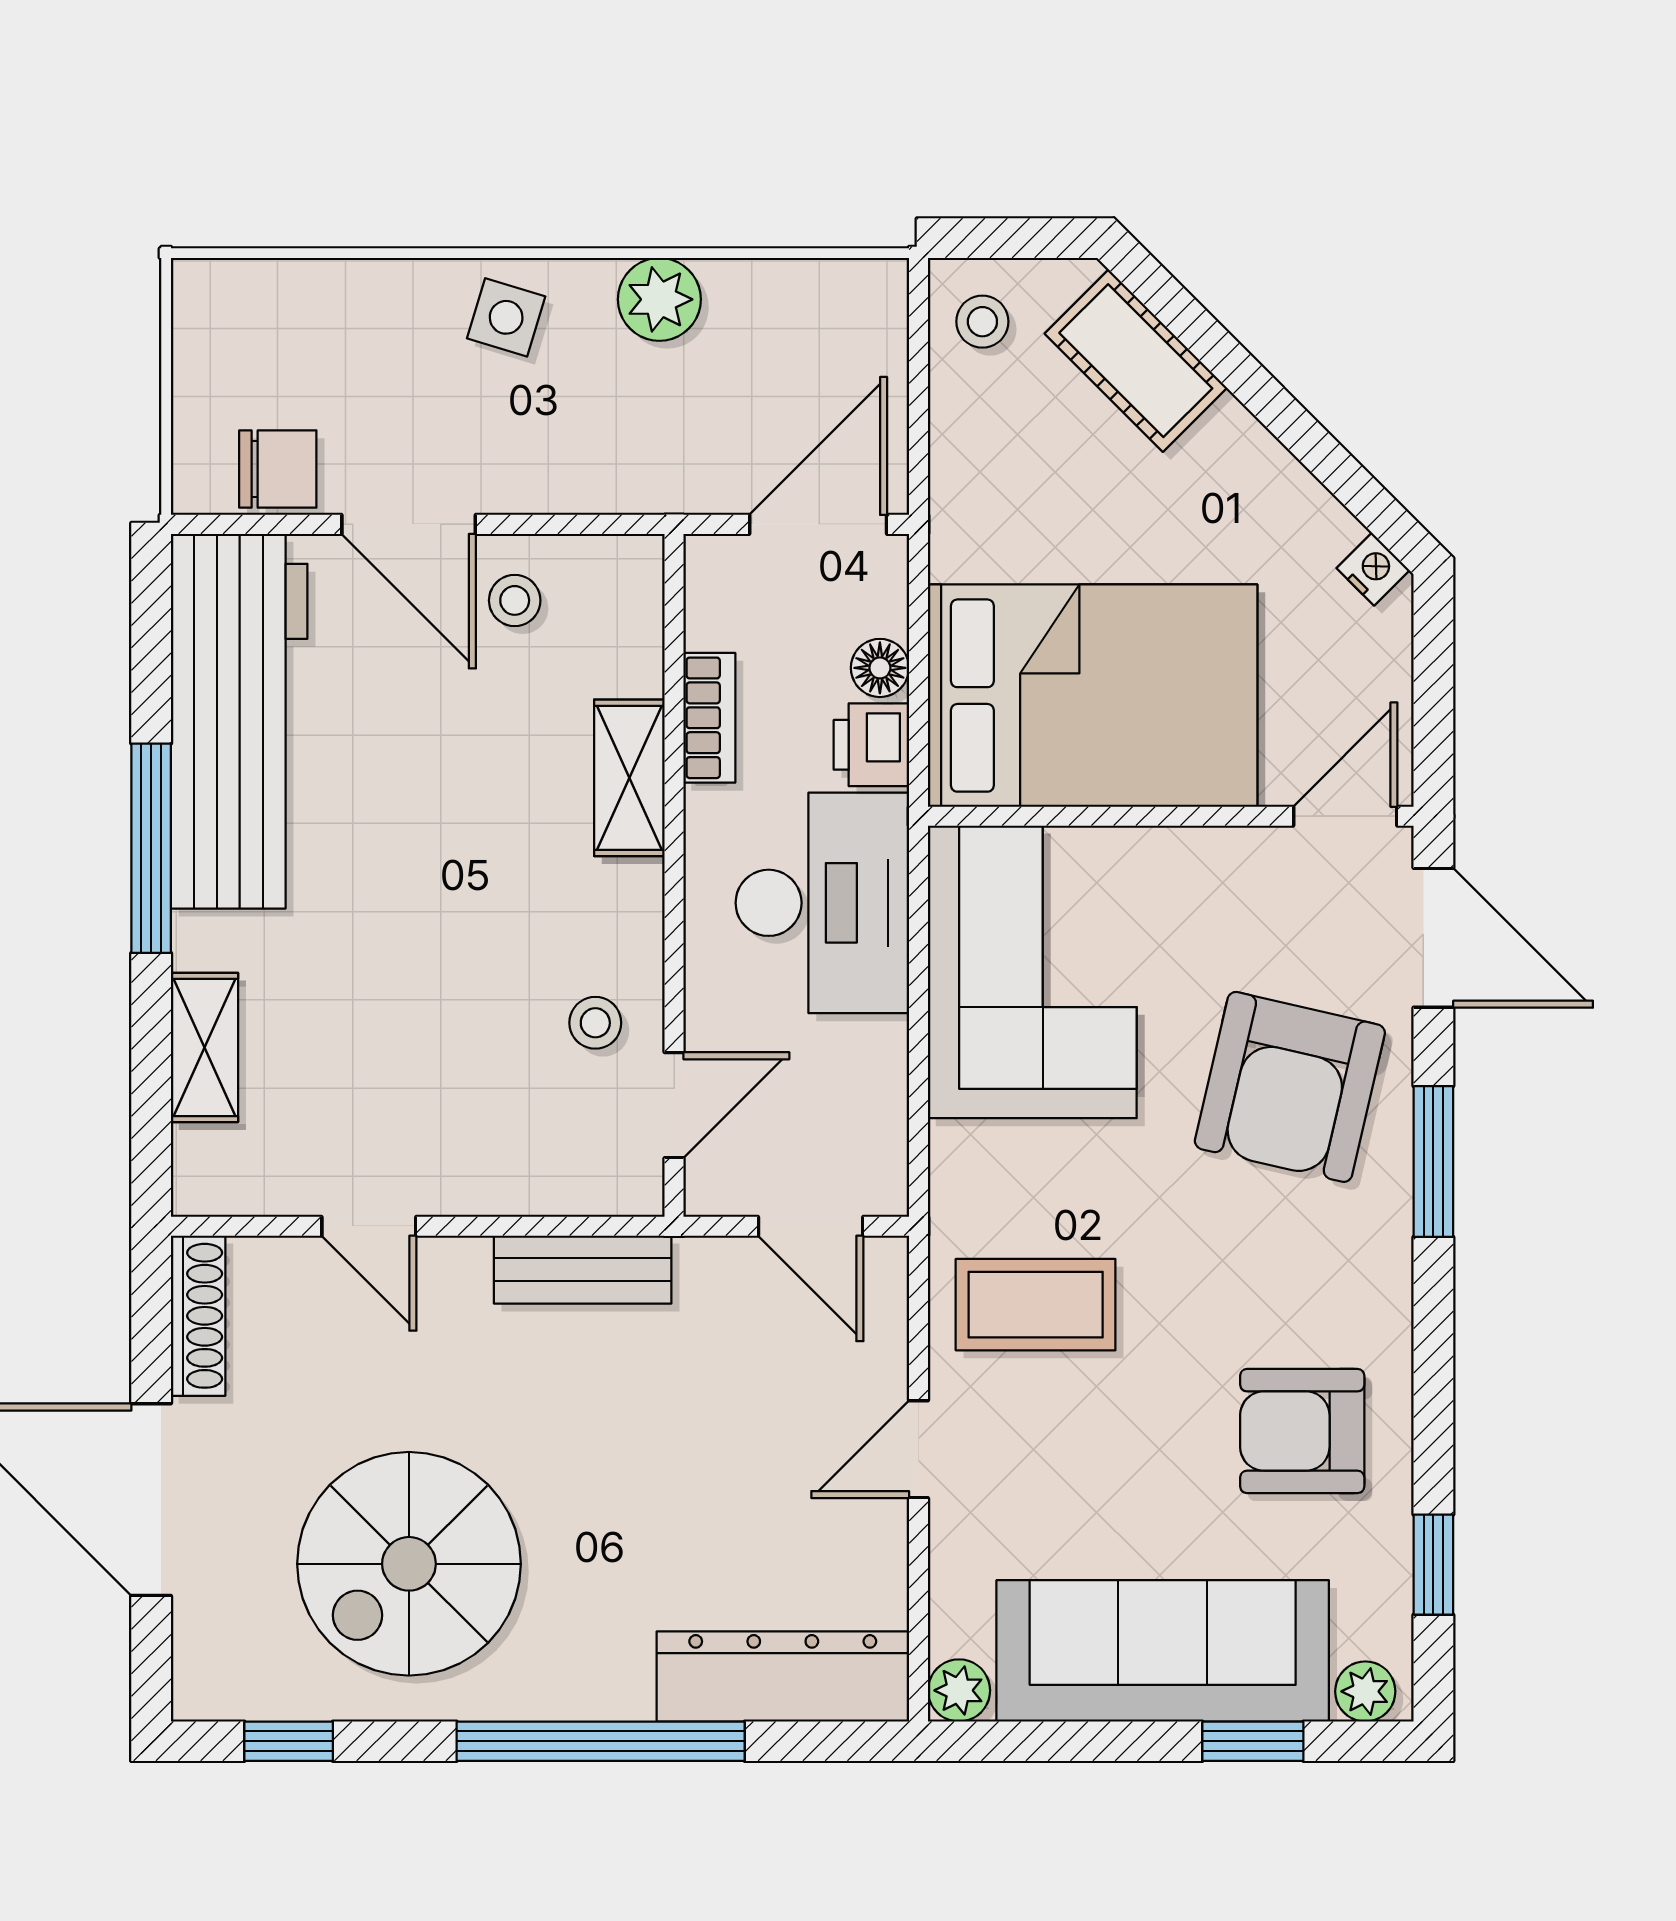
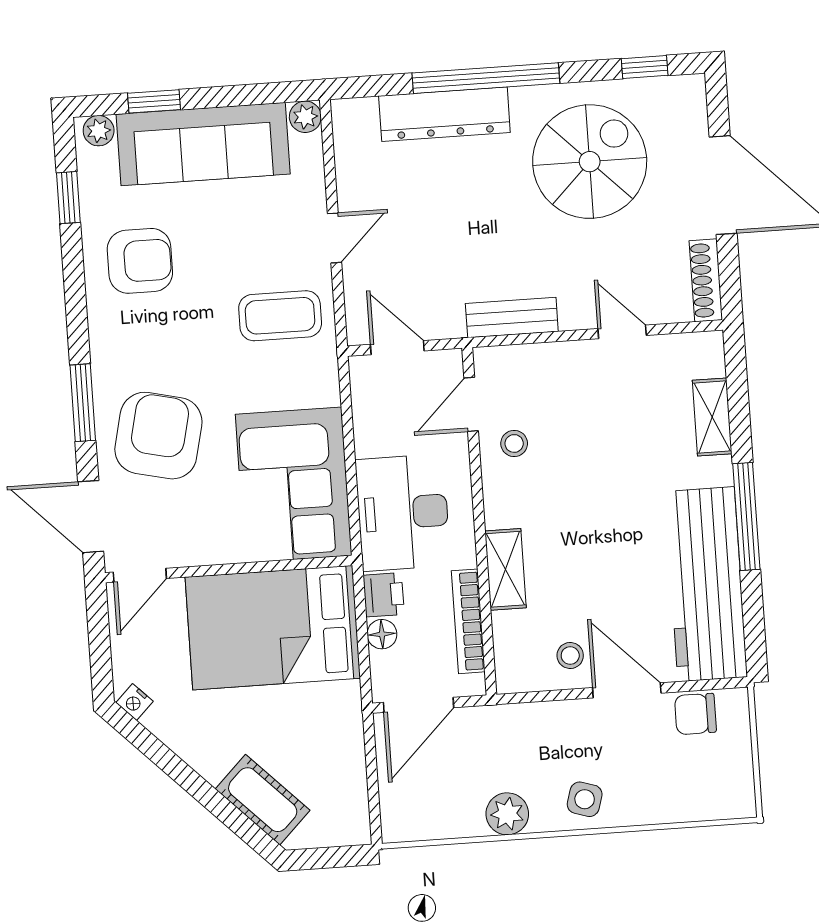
stool: (982, 322) -> (342, 814), removed
bookcase: (709, 718) -> (468, 621), width x1.56
dresser: (783, 1676) -> (444, 114), moved

